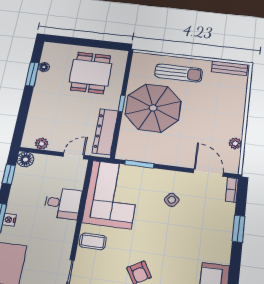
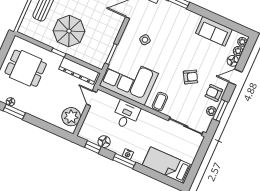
parasol: (153, 108) -> (69, 31), width x0.73, depth x0.73
plant: (42, 144) -> (71, 117), width x1.88, depth x1.88
floor lamp: (25, 159) -> (104, 142), moved

